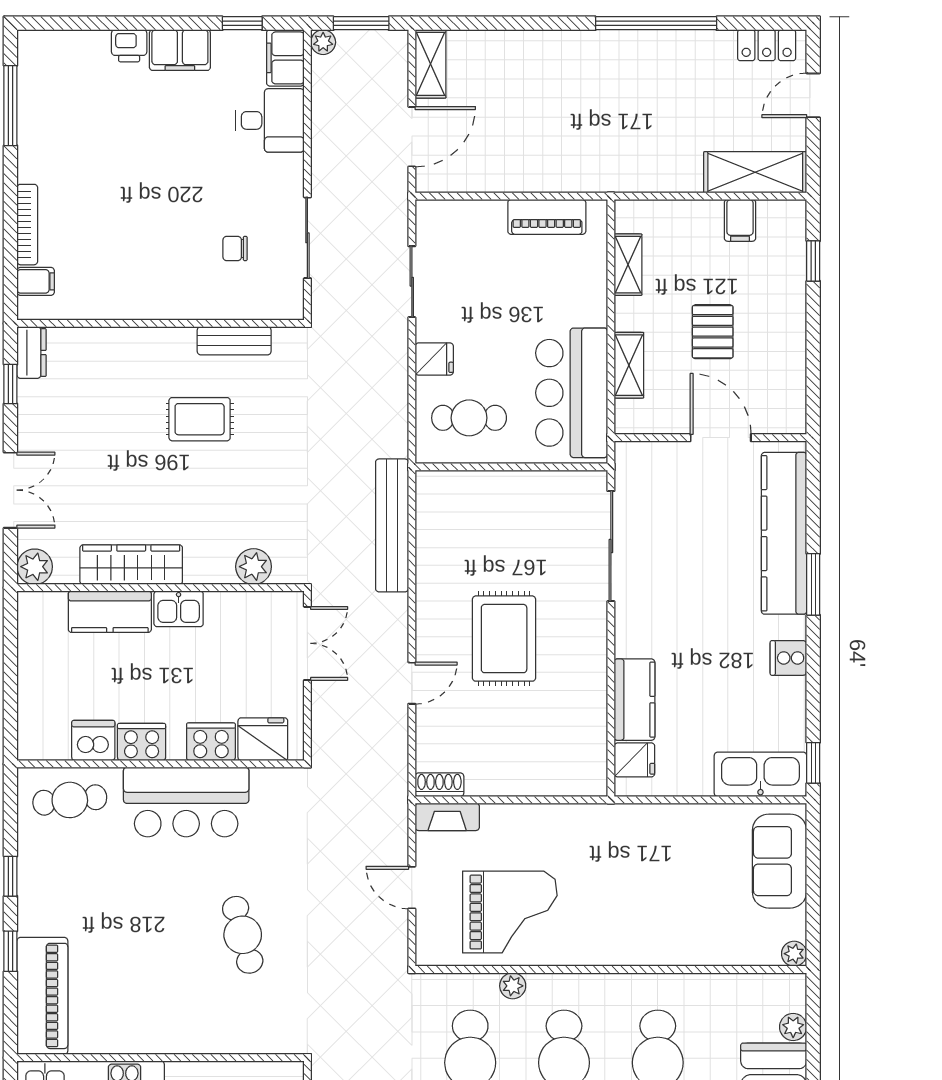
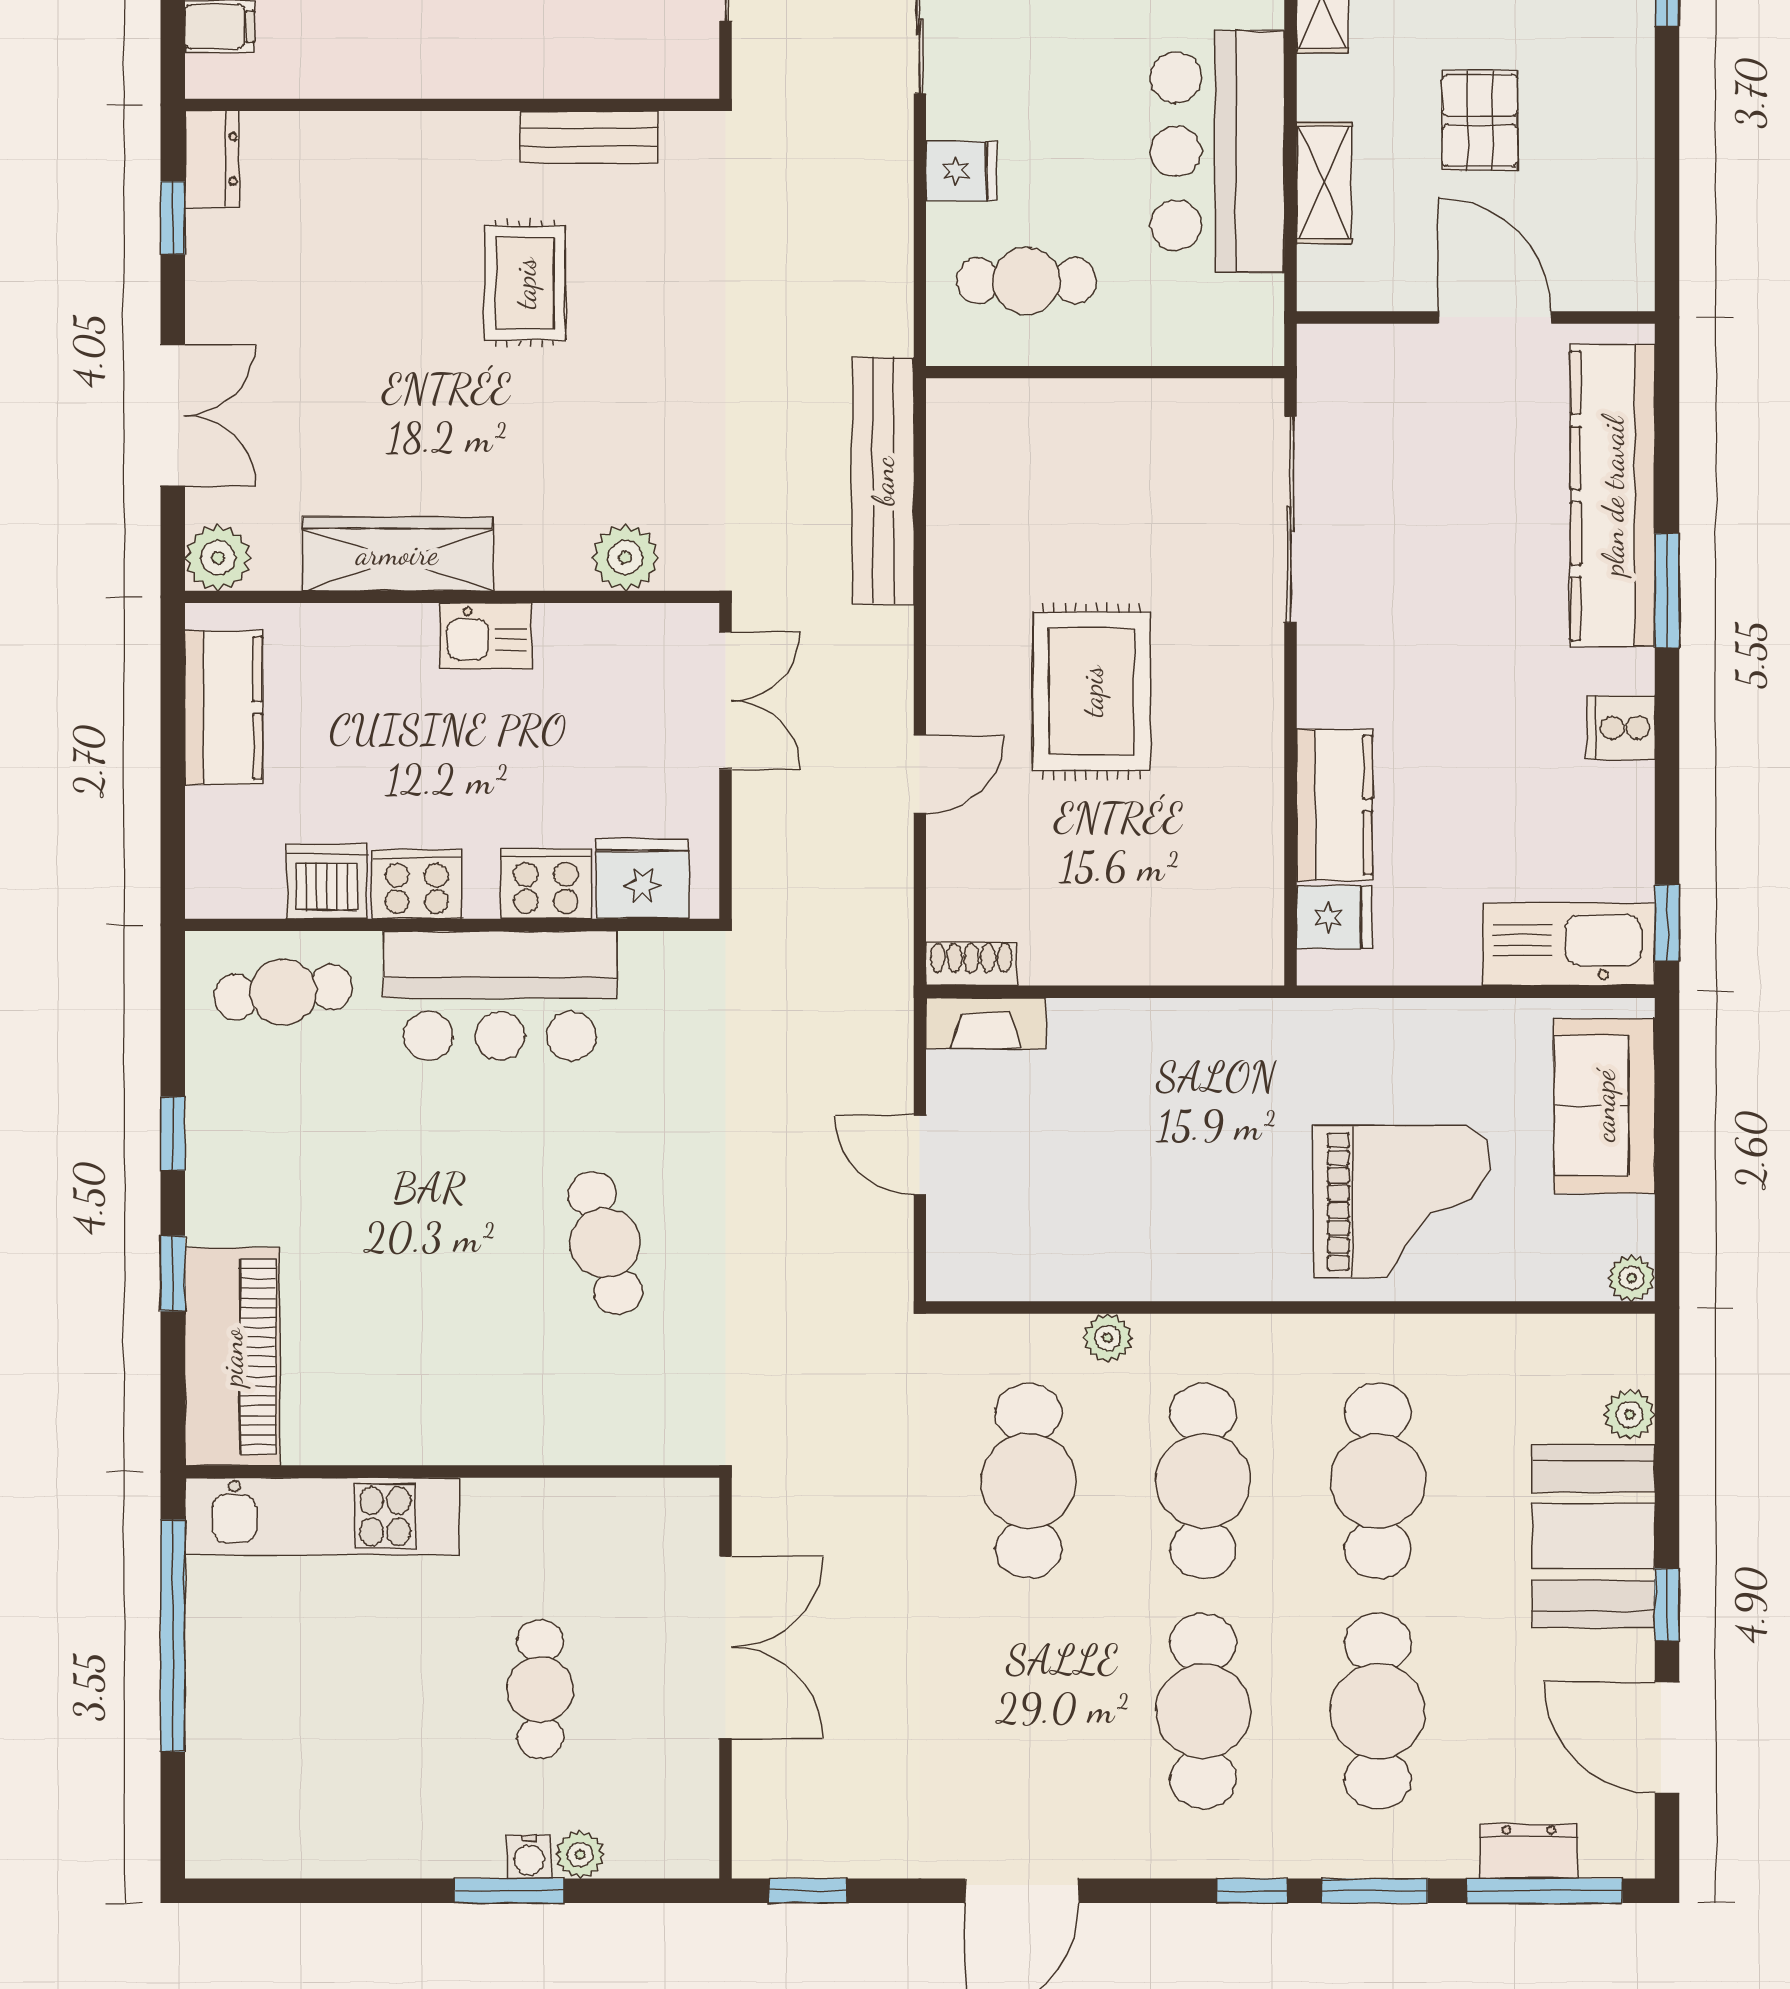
bar counter: (572, 393) -> (1217, 151), moved
rug: (200, 419) -> (525, 283), turned 90
kitchen counter: (110, 612) -> (224, 708), moved, turned -90
grand piano: (510, 912) -> (1402, 1202), moved

